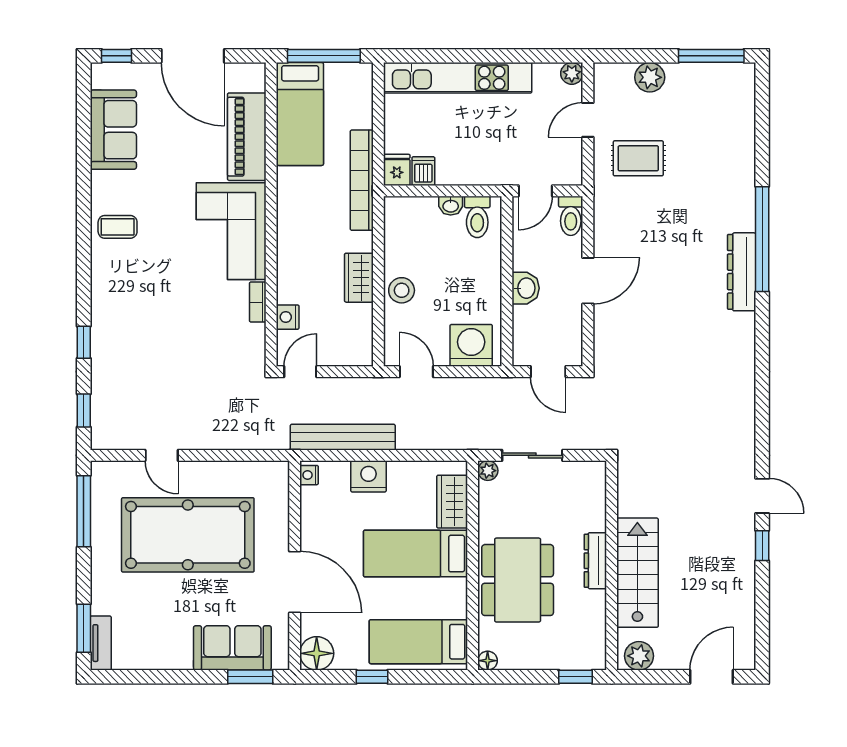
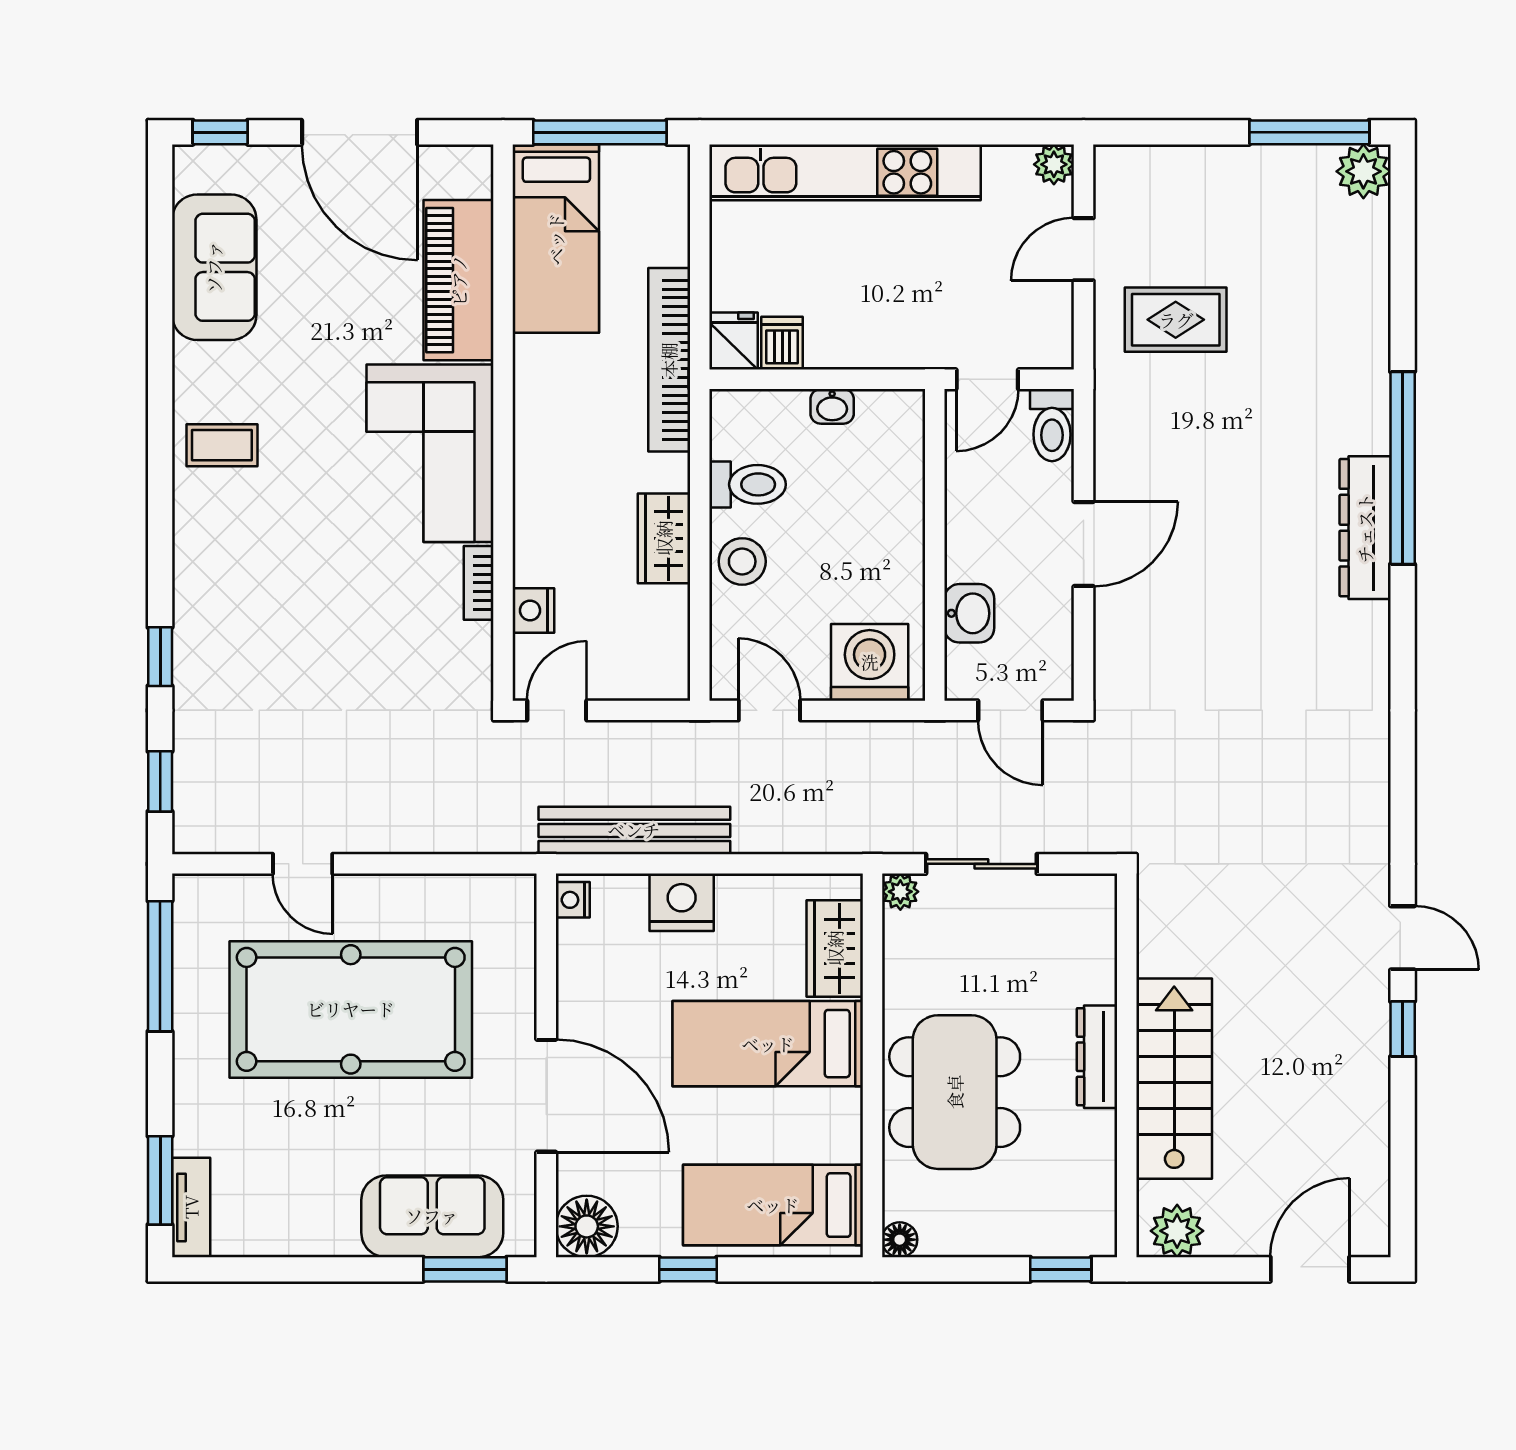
plant: (650, 77) -> (1363, 171), moved
toilet: (477, 217) -> (747, 484), moved, turned -90
washbasin: (526, 288) -> (969, 613), moved

